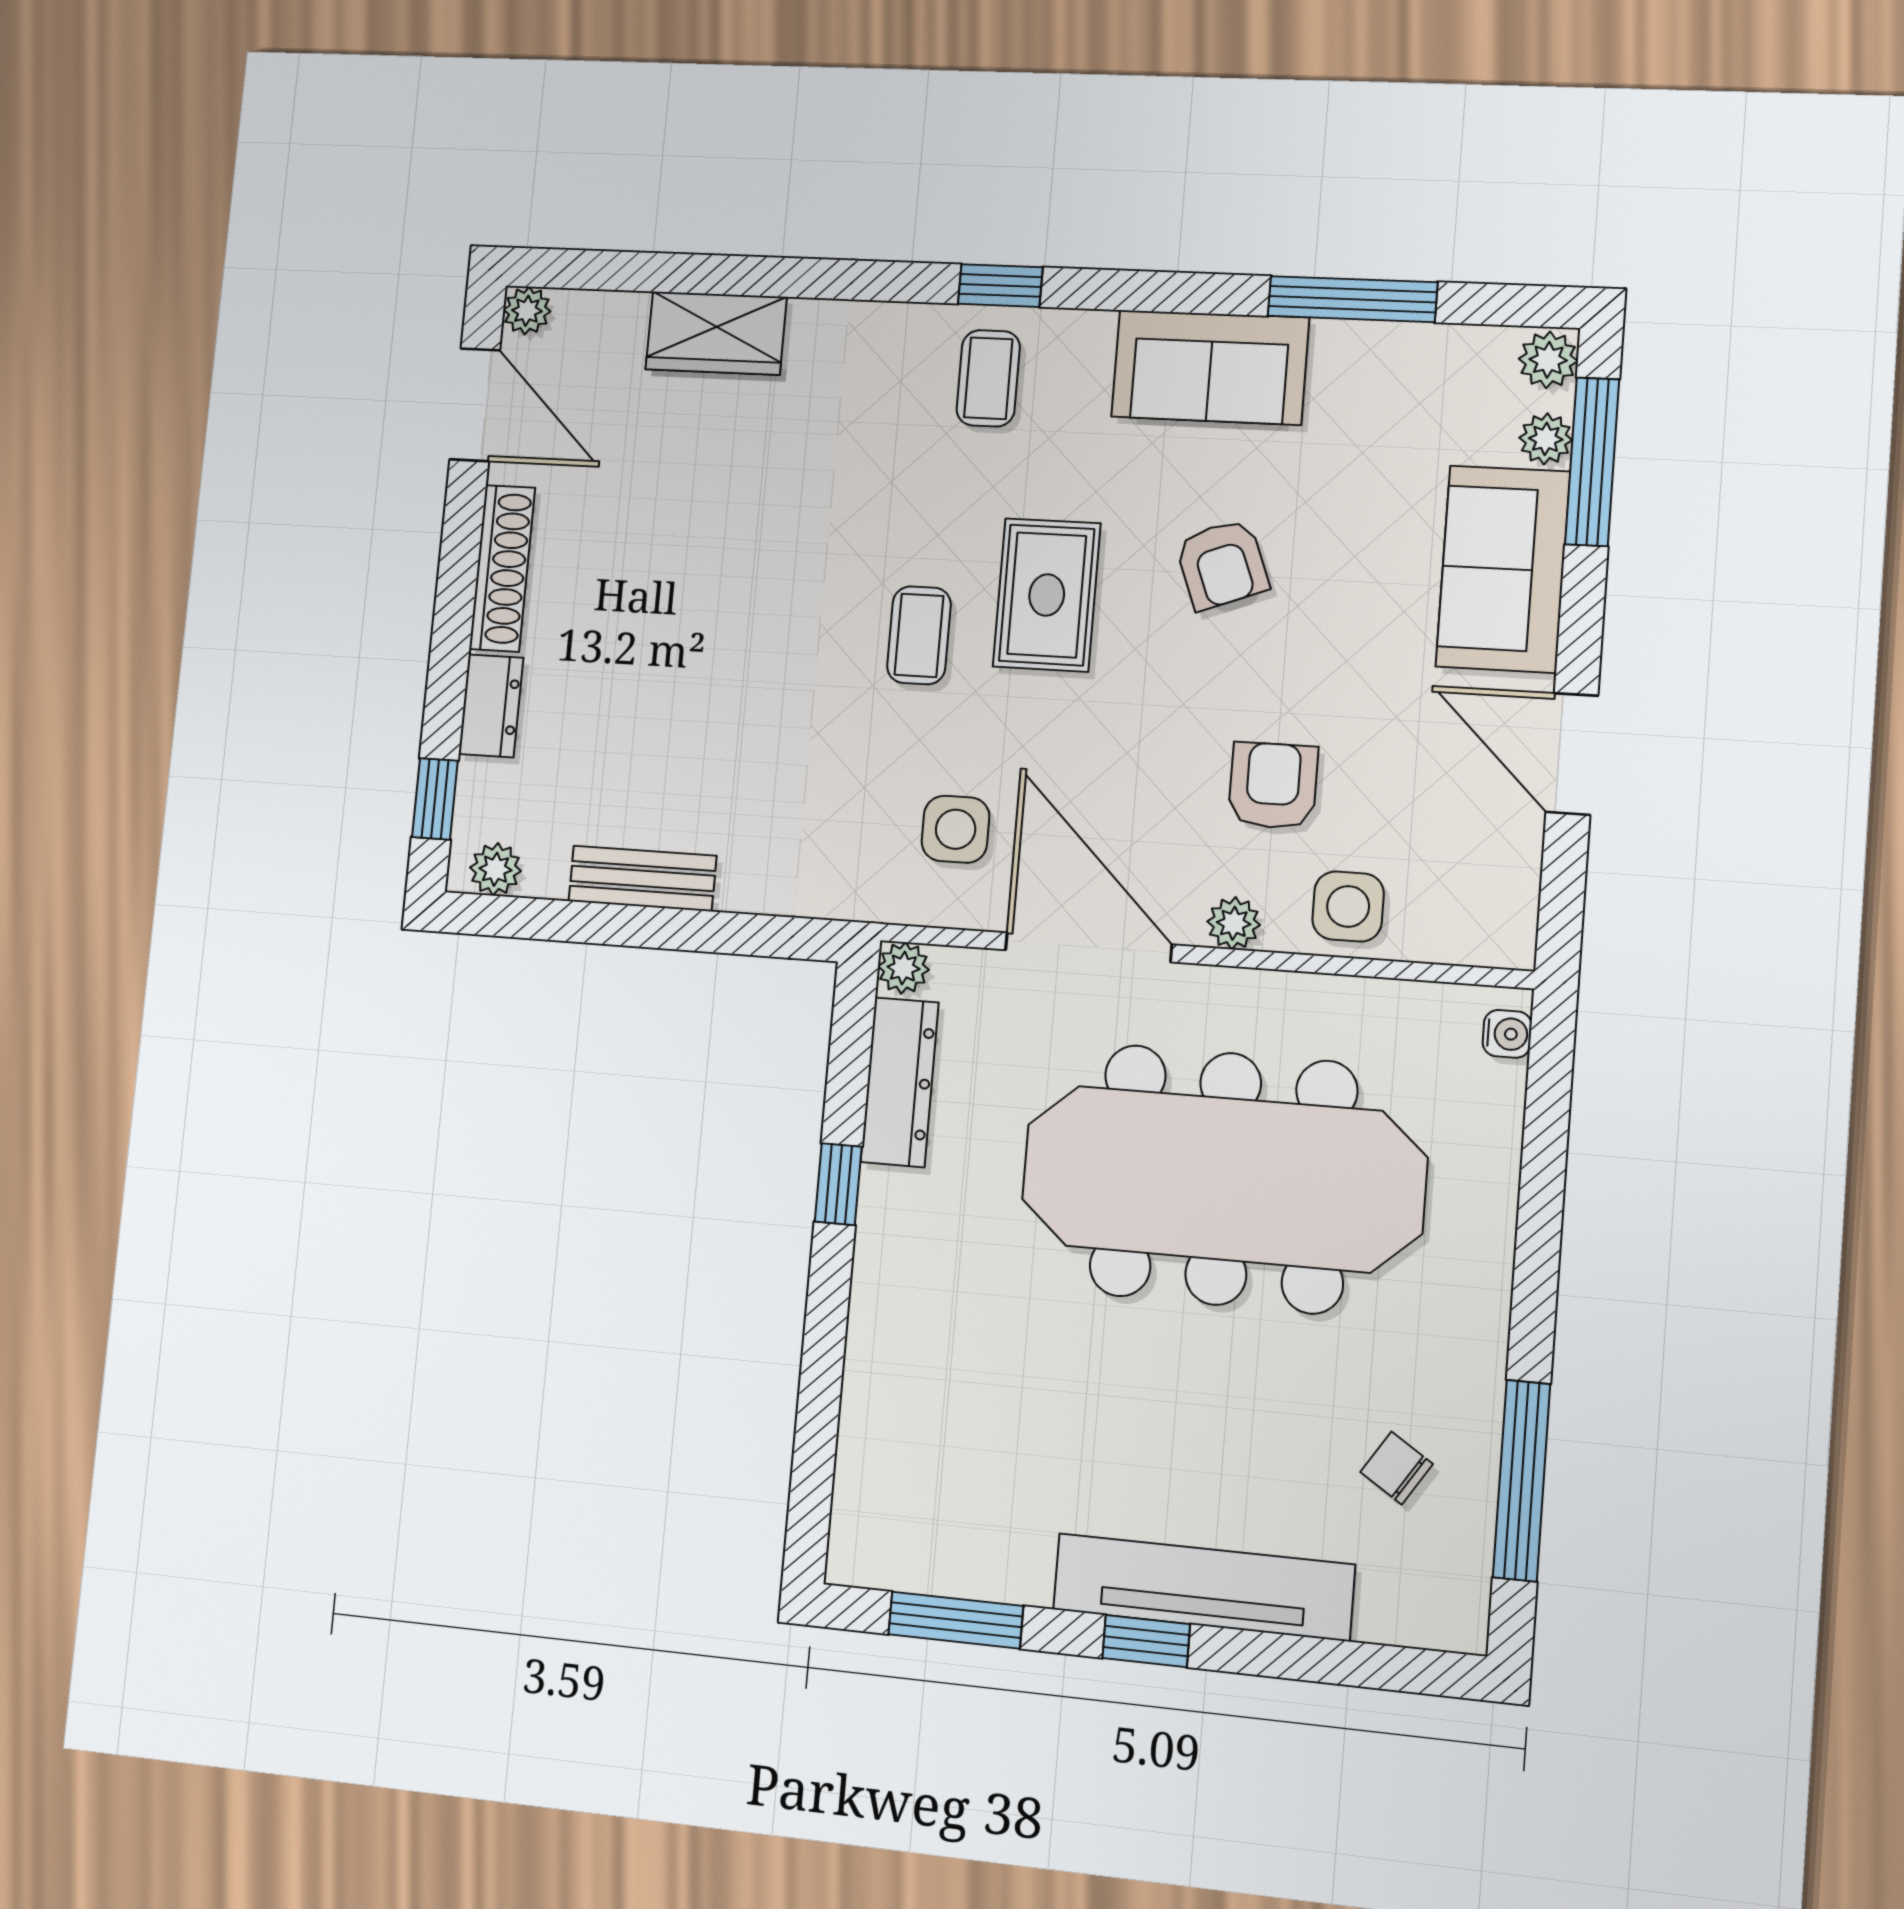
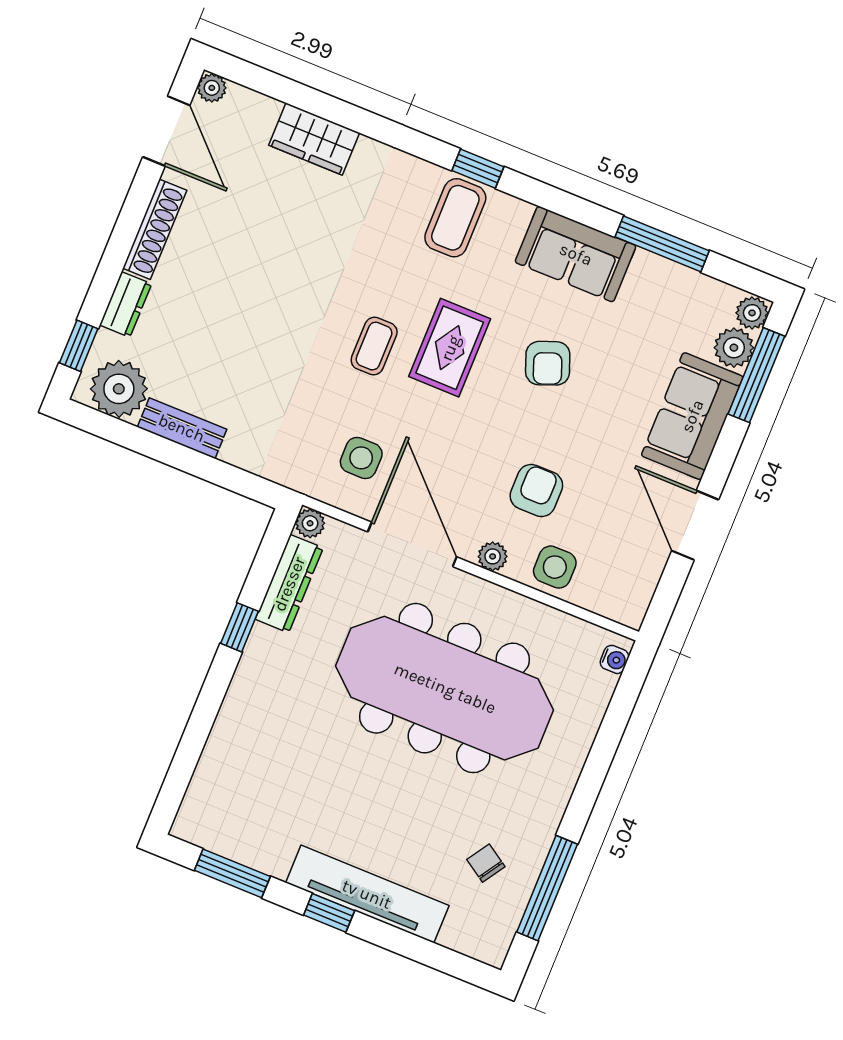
coffee table: (988, 378) -> (455, 218), width x1.36, depth x1.30
plant: (1546, 439) -> (734, 348), width x1.38, depth x1.38
plant: (495, 869) -> (119, 389), width x1.88, depth x1.88

